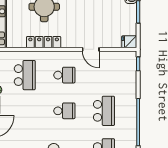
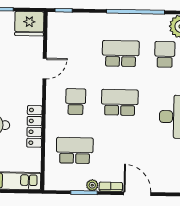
fridge: (129, 42) -> (29, 24), width x1.88, depth x1.34
school desk: (64, 111) -> (120, 102), width x1.85

